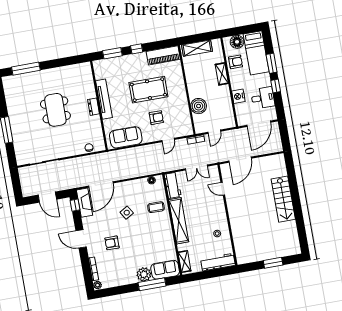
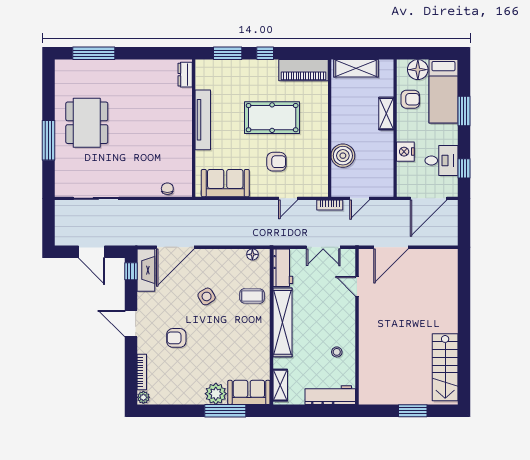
window: (276, 86) -> (464, 168), moved
dresser: (94, 107) -> (185, 75), moved
dining table: (55, 110) -> (87, 123), moved
stairs: (283, 199) -> (445, 367), moved

